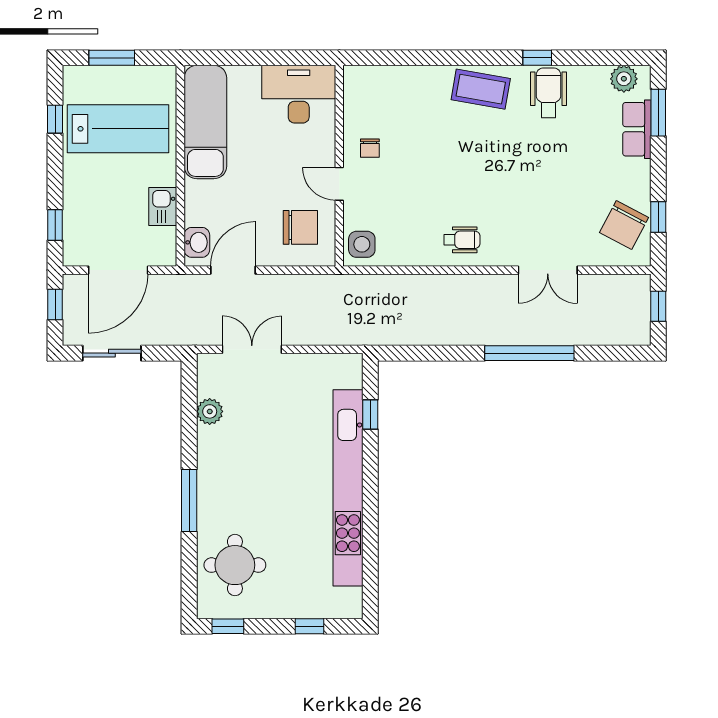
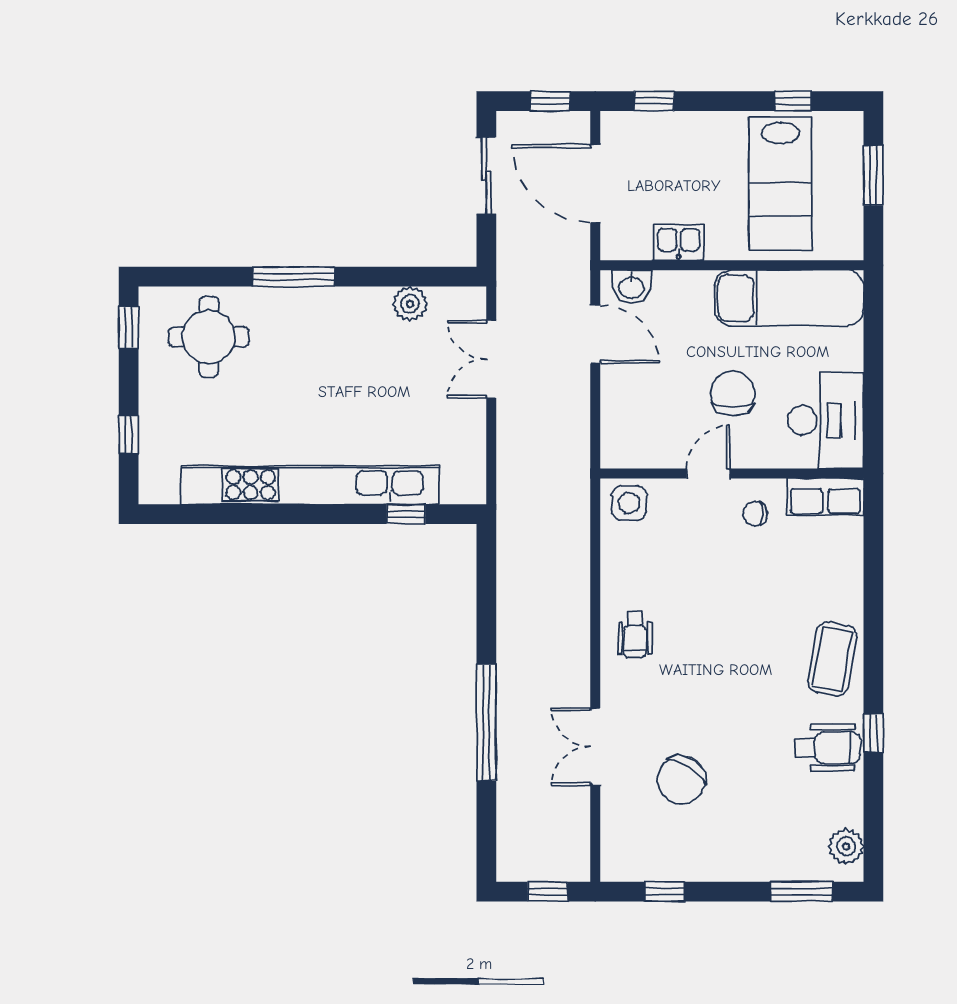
row of seats: (637, 129) -> (825, 497), moved, turned 180
chair: (624, 225) -> (681, 780), moved, turned -85
chair: (300, 227) -> (733, 393), moved, turned 180
double door: (252, 349) -> (491, 359), swing flipped

